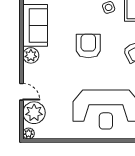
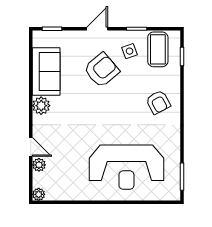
armchair: (88, 46) -> (102, 70), moved, turned 50
plant: (34, 113) -> (39, 165), width x0.53, depth x0.53

